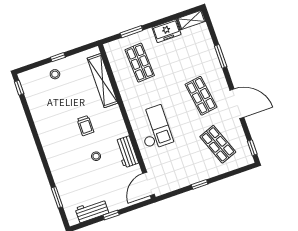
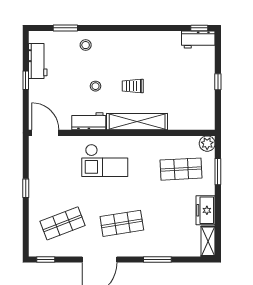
plant: (111, 48) -> (207, 144), added
stool: (55, 74) -> (86, 45), moved
shelving: (102, 81) -> (137, 122), moved
workbench: (29, 85) -> (198, 39), added

